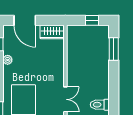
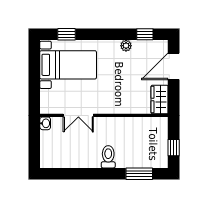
toilet: (100, 105) -> (108, 157), moved

